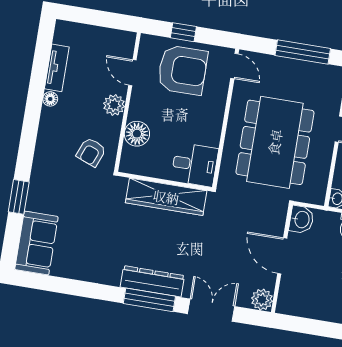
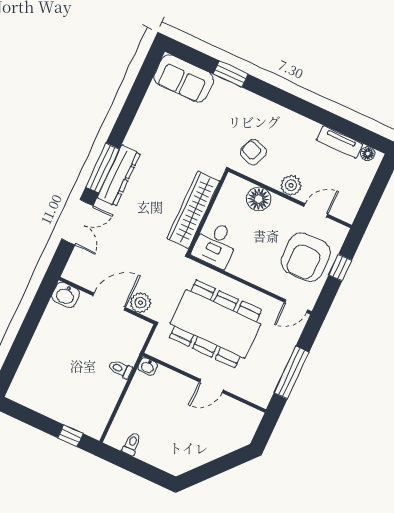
floor lamp: (50, 99) -> (368, 154), moved
washbasin: (301, 219) -> (66, 295), moved
plant: (262, 300) -> (141, 303), moved

